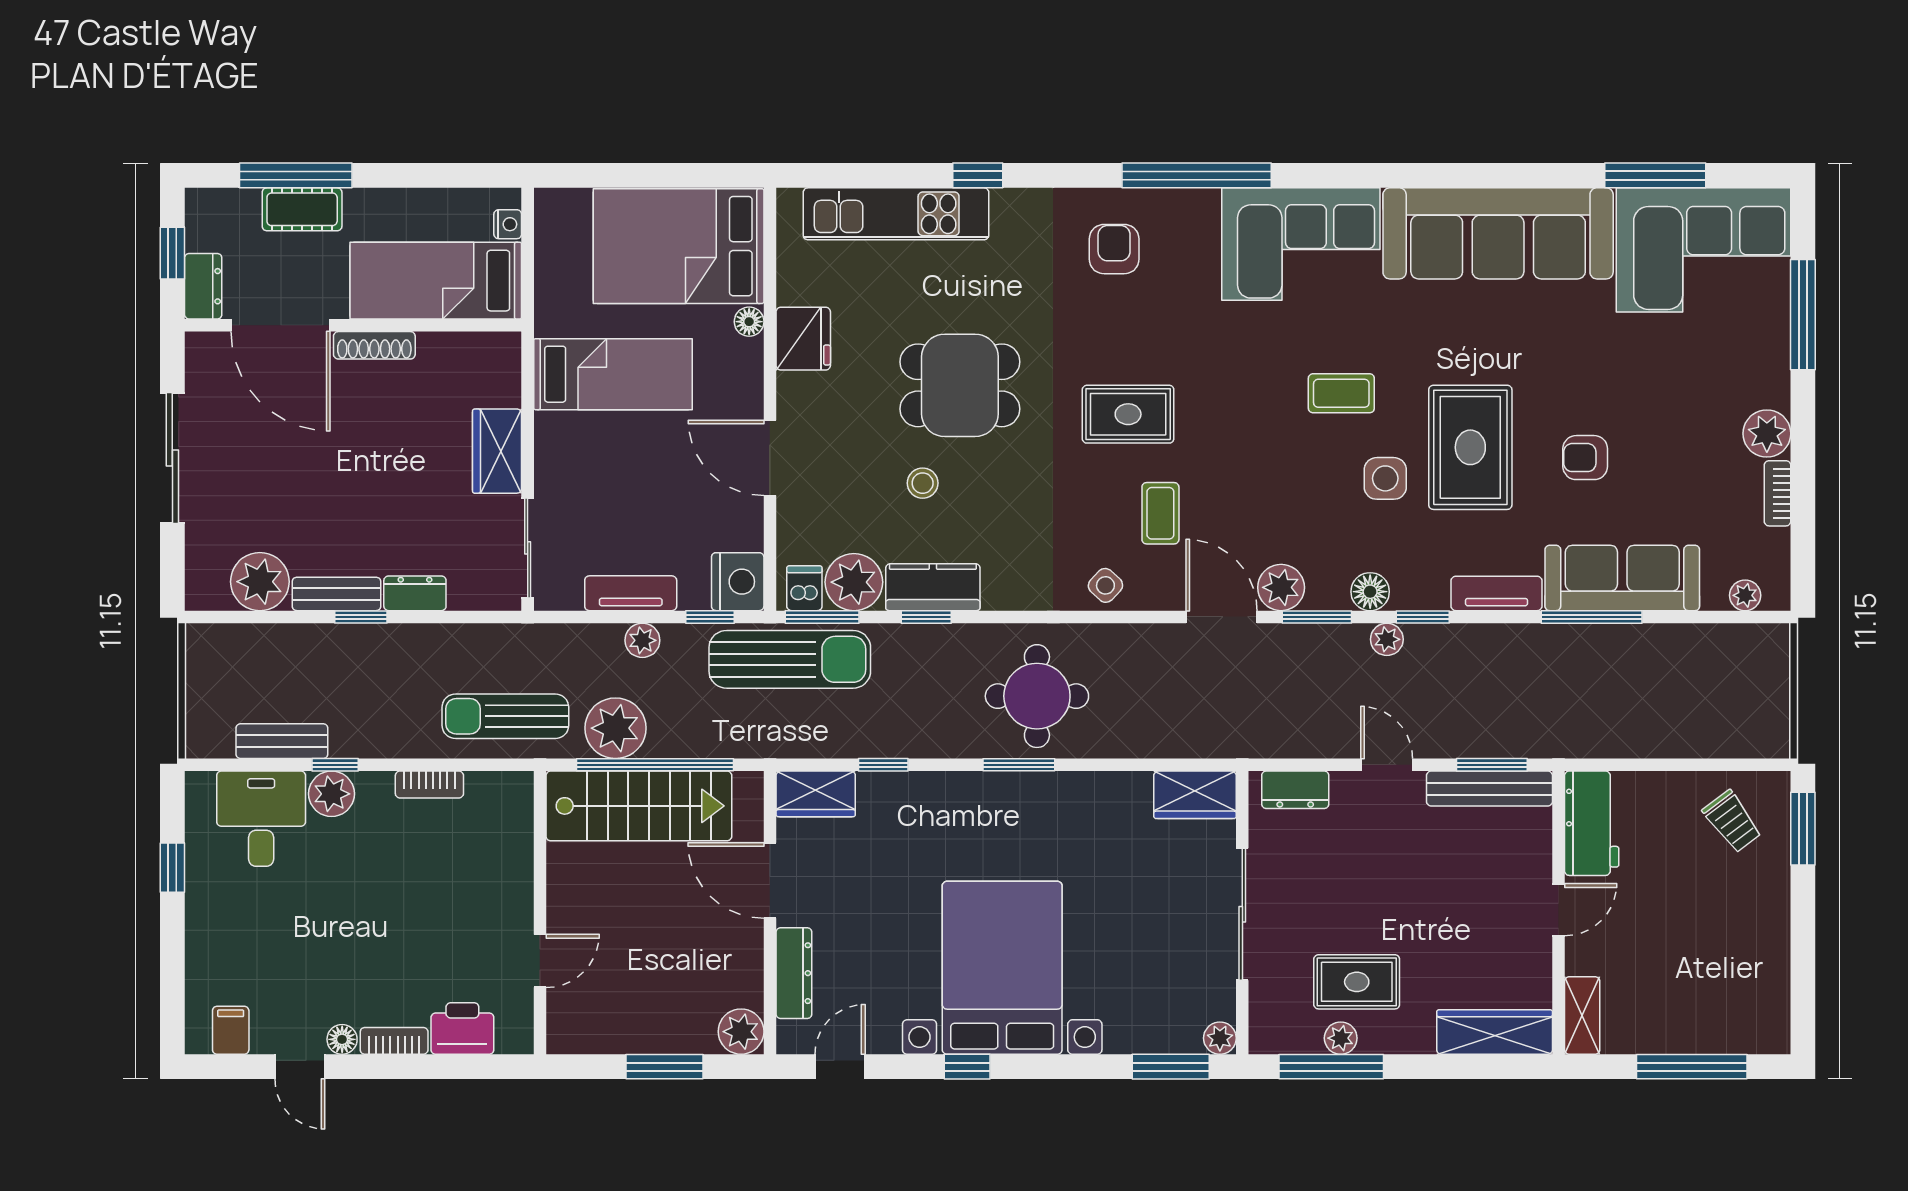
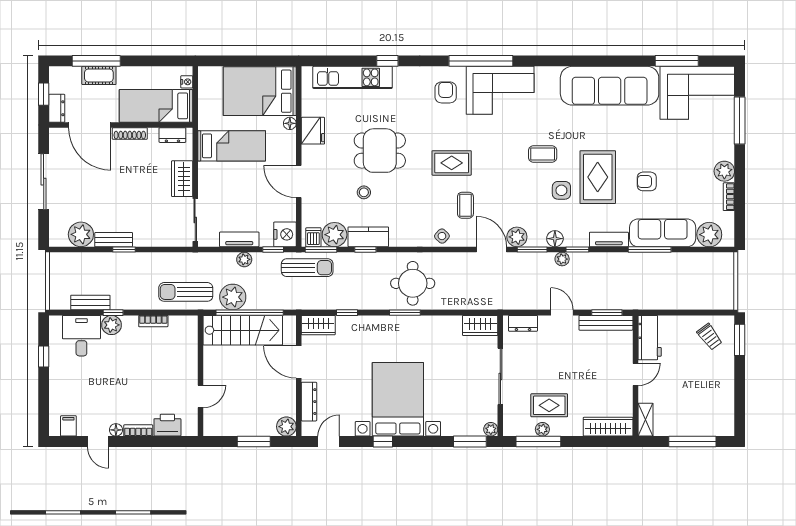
corner sofa: (1301, 244) -> (500, 90), moved
dresser: (415, 593) -> (172, 135), moved, turned 180
plant: (1745, 595) -> (709, 235), width x1.88, depth x1.88
sun lounger: (790, 659) -> (307, 268), width x0.73, depth x0.75

